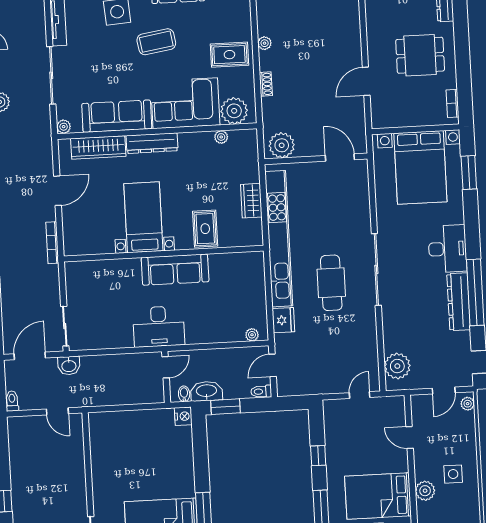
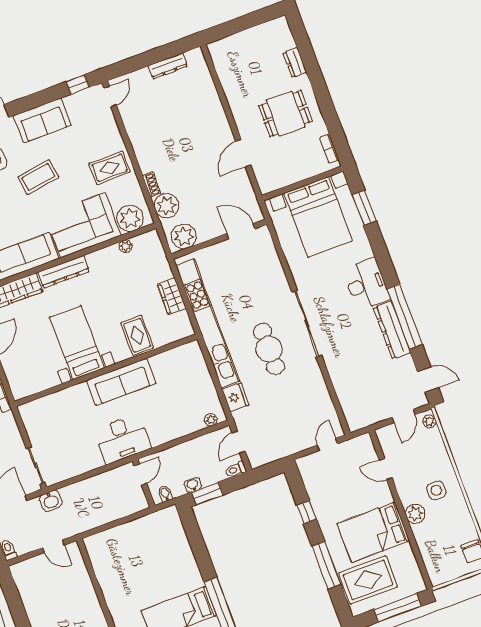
plant: (265, 43) -> (166, 206), moved, width x1.87, depth x1.87
plant: (397, 366) -> (354, 407), removed
washbasin: (206, 391) -> (193, 485), width x0.52, depth x0.69
nightstand: (183, 416) -> (171, 515), removed

